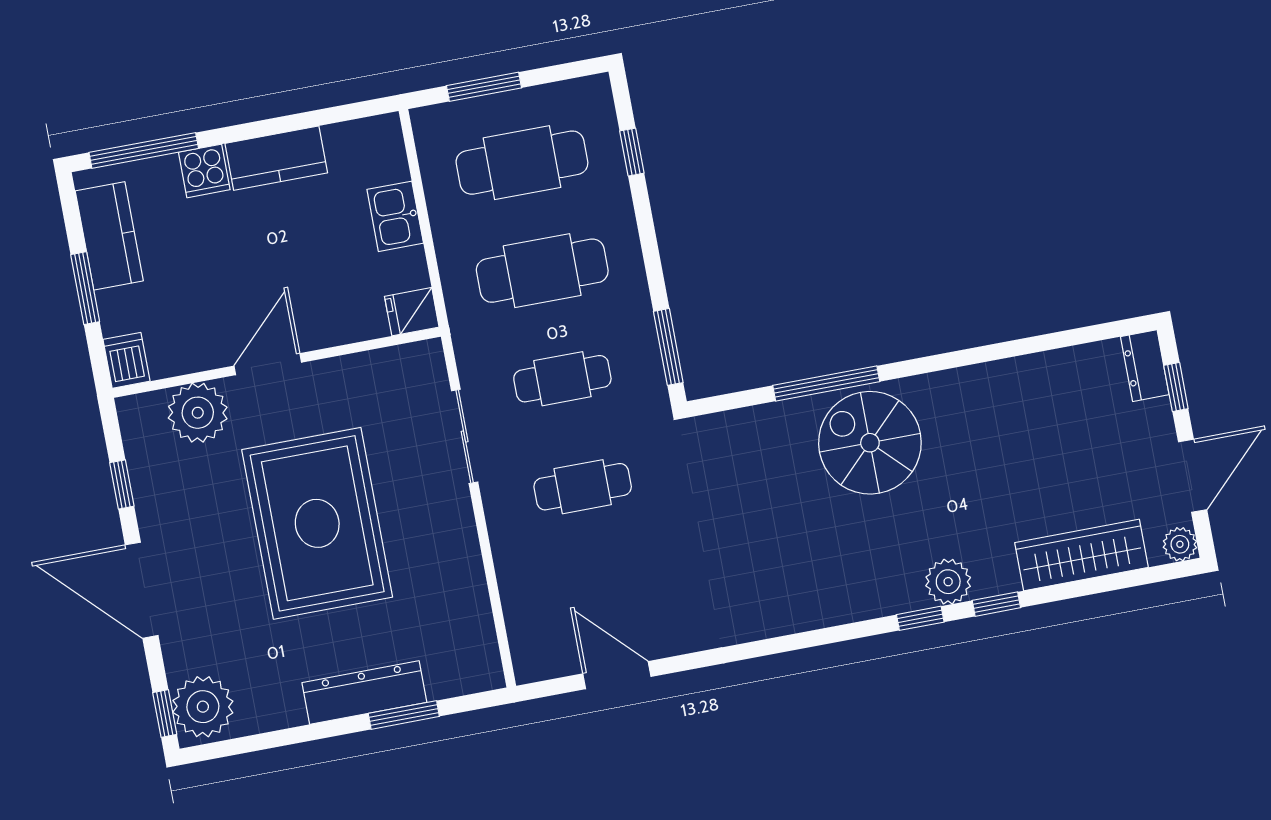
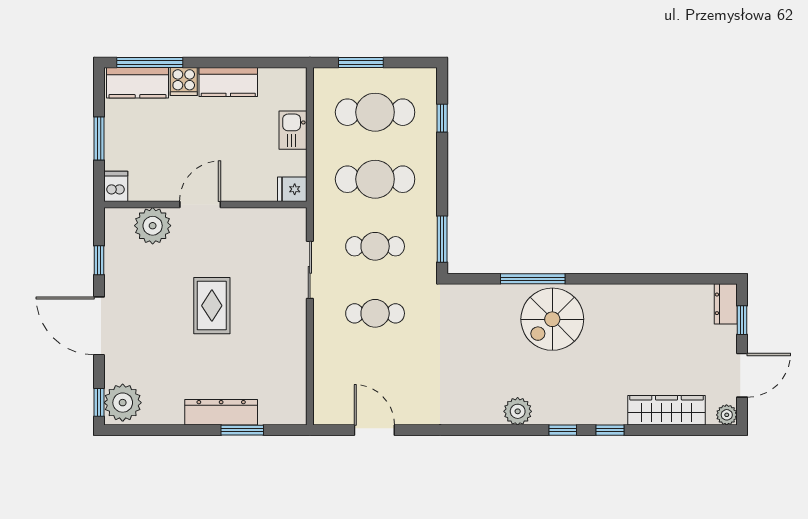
kitchen counter: (109, 236) -> (137, 83), moved, turned 90
spiral stairs: (870, 443) -> (552, 319), turned -90
rug: (317, 523) -> (212, 306), width x0.54, depth x0.49
plant: (948, 582) -> (518, 411), moved

